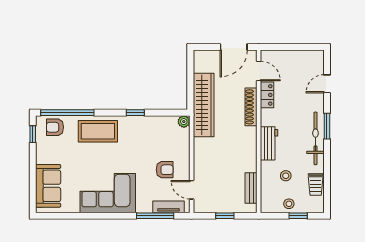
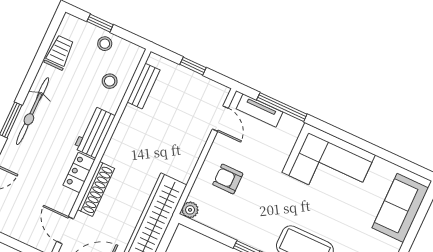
locker: (267, 95) -> (79, 173), moved
armchair: (165, 170) -> (228, 179), moved
stool: (286, 176) -> (110, 81), moved

